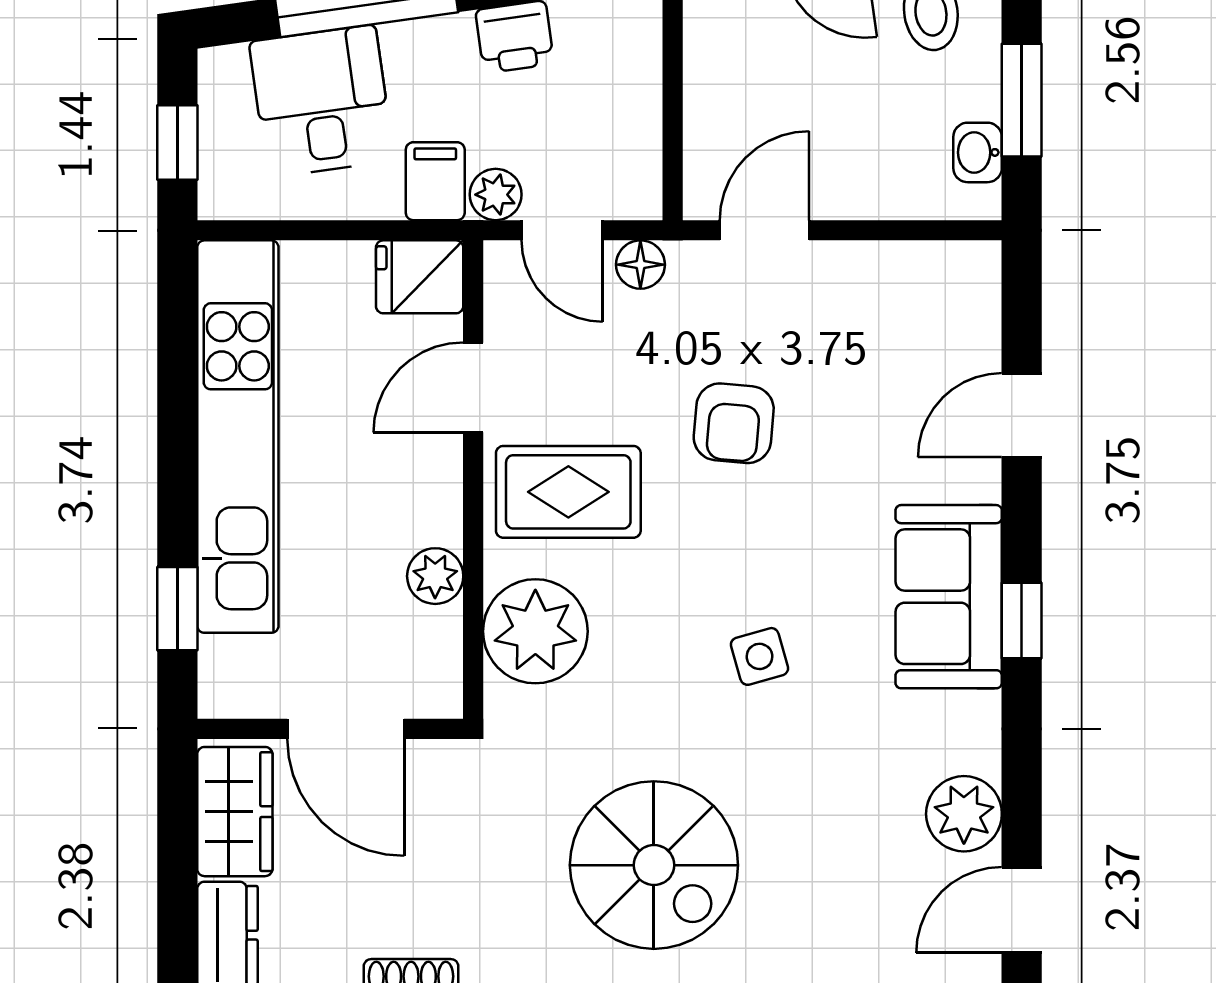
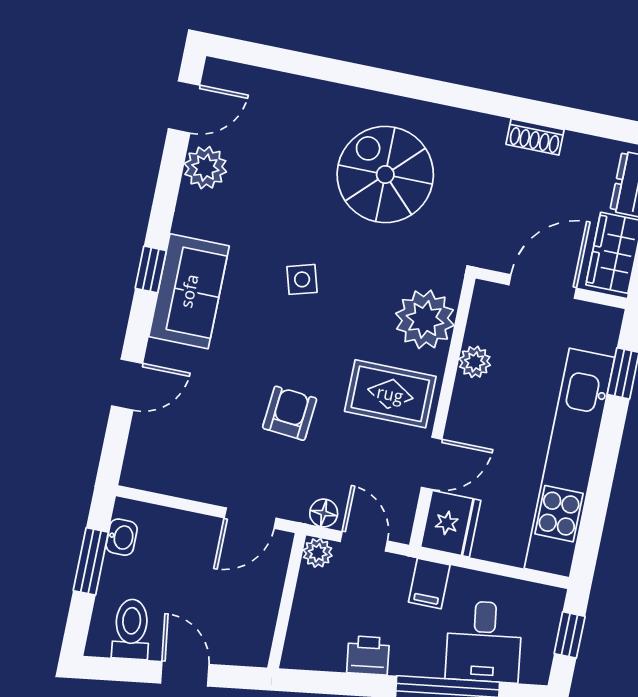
plant: (496, 195) -> (318, 553), moved
fridge: (420, 277) -> (451, 524), width x1.38
door: (346, 729) -> (543, 286), hinge flipped

